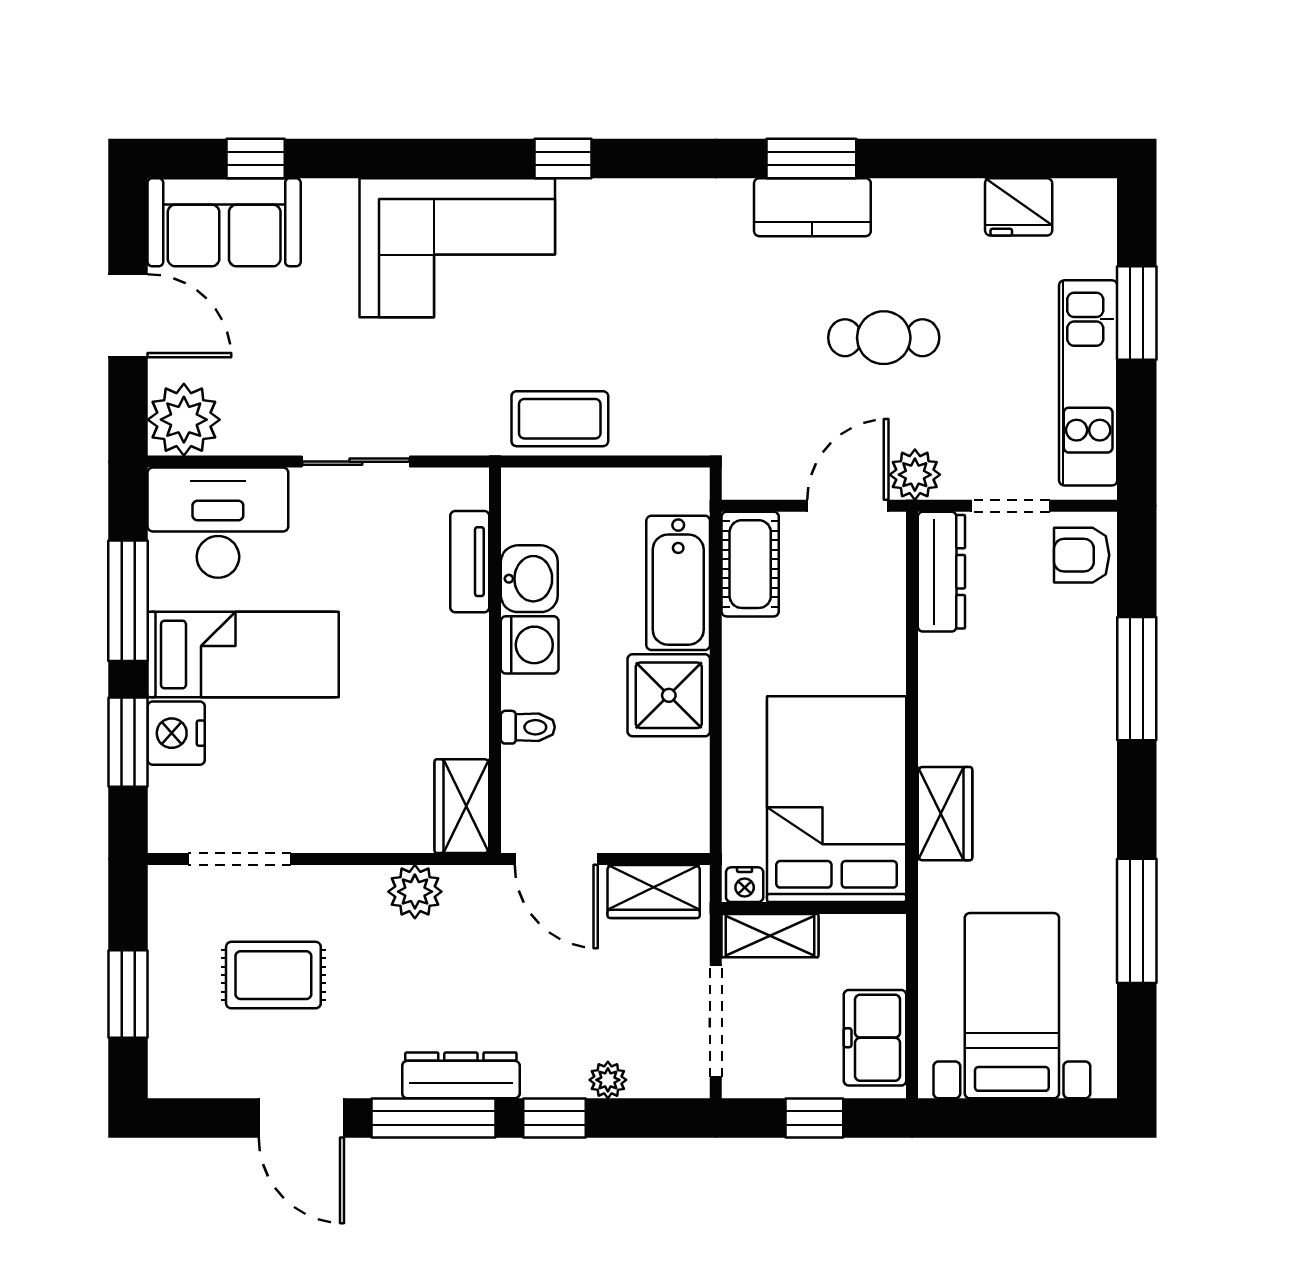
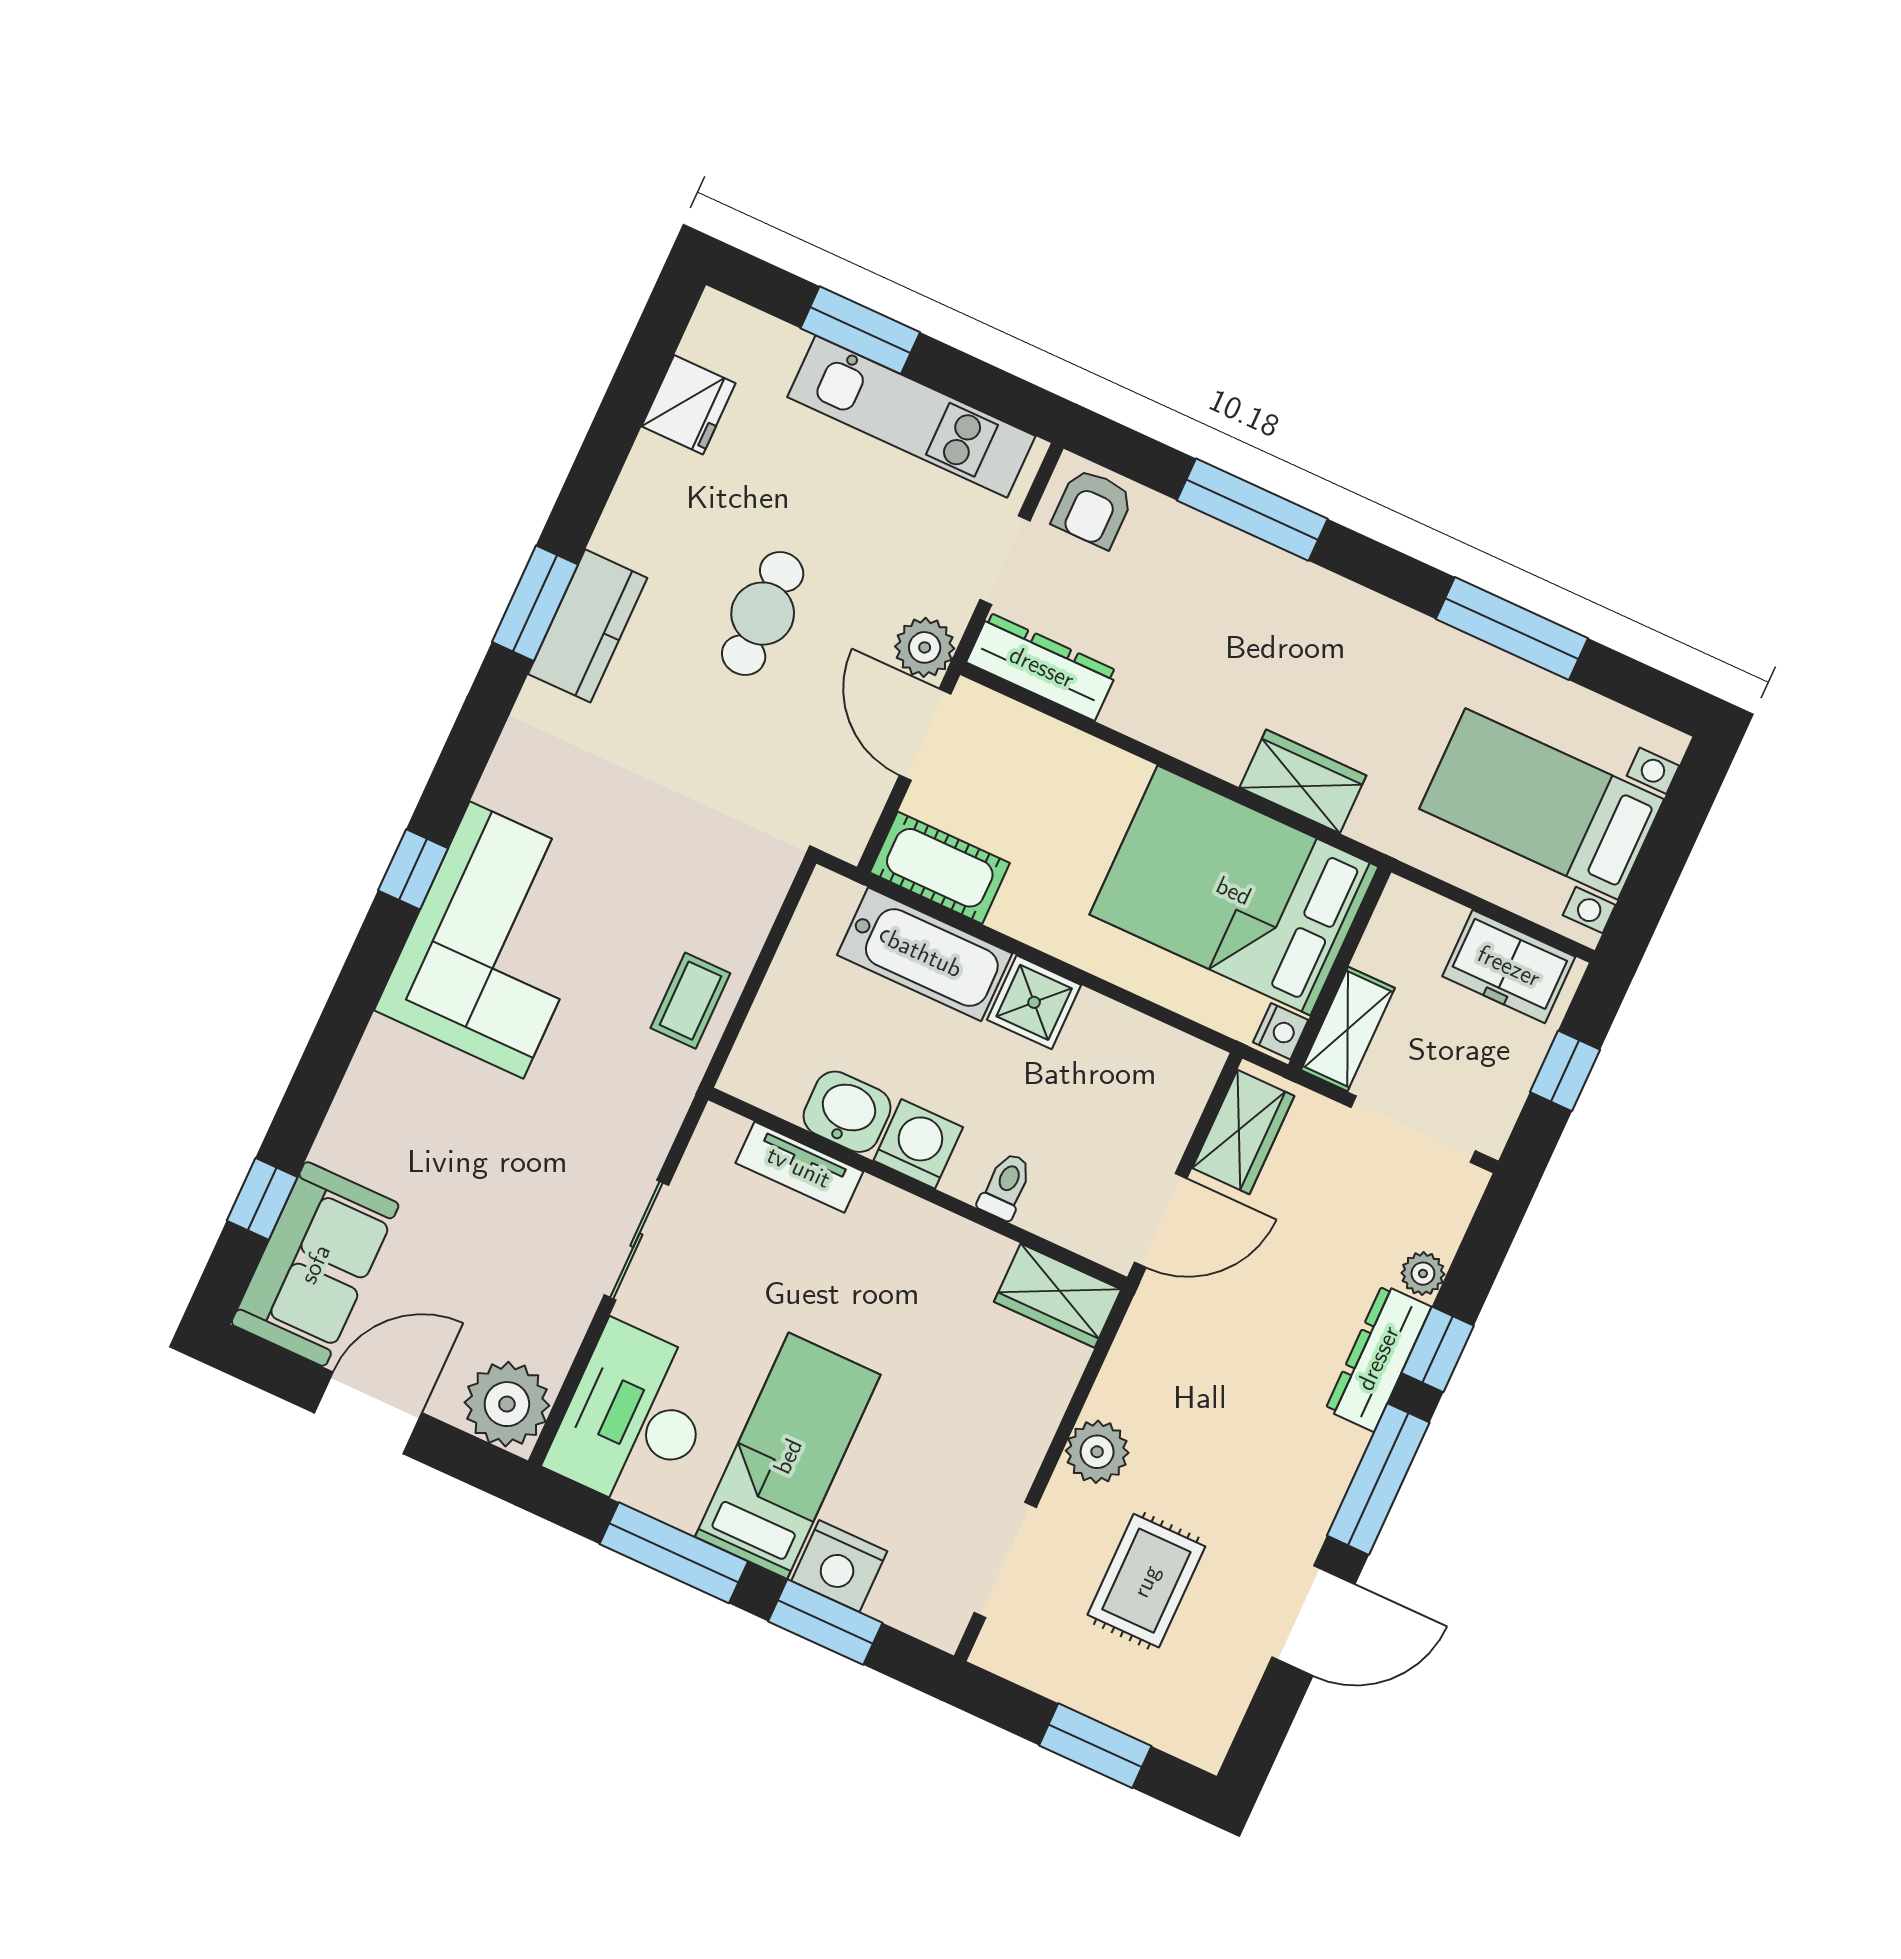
corner sofa: (457, 248) -> (497, 940), moved
coffee table: (560, 419) -> (690, 1001), width x0.73, depth x0.77
shower: (669, 695) -> (1034, 1002), width x0.73, depth x0.73
plant: (415, 892) -> (1097, 1452), moved
dresser: (461, 1075) -> (1378, 1358), moved

